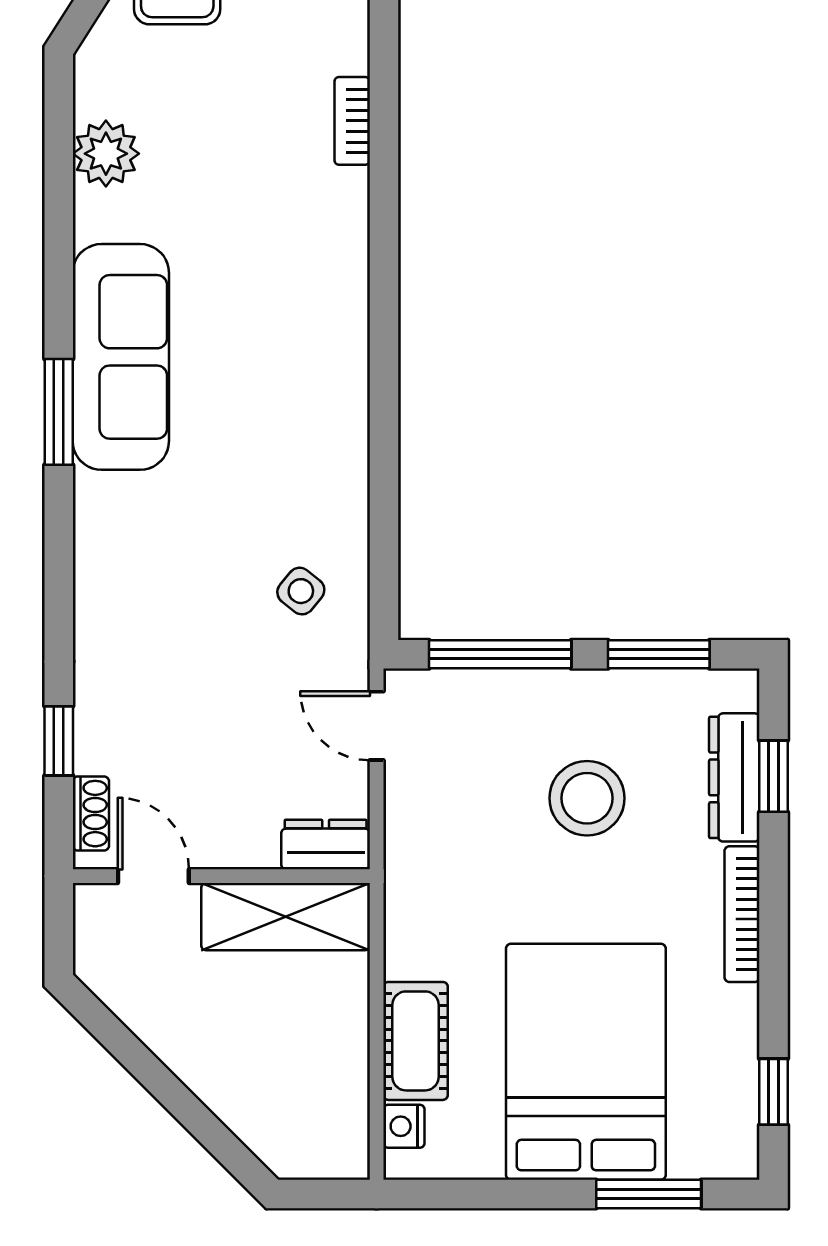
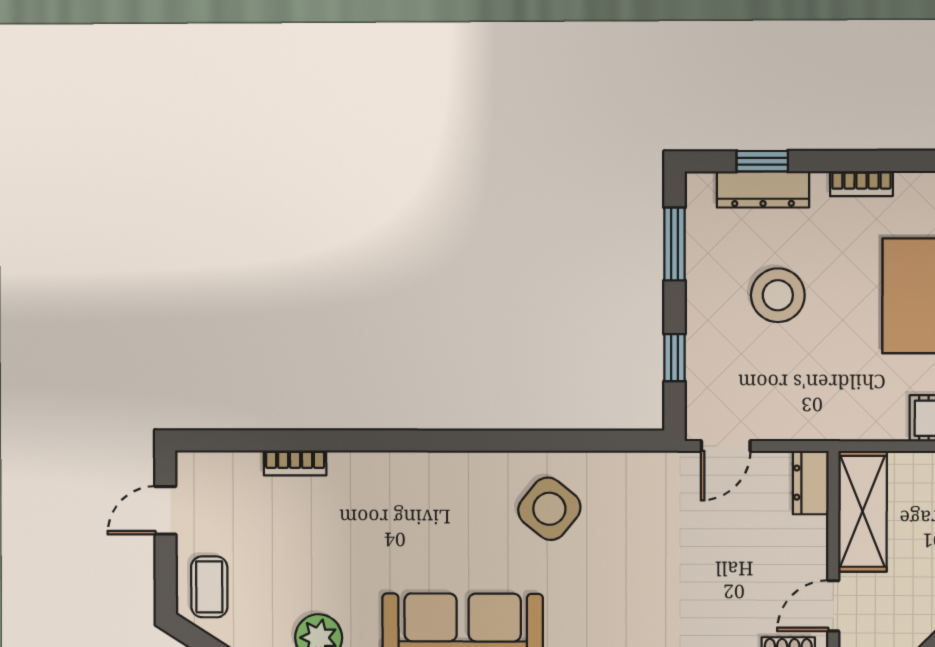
side table: (301, 591) -> (549, 509), moved, width x1.87, depth x1.87
window: (500, 654) -> (674, 358), width x0.46
bookcase: (742, 914) -> (861, 184), width x0.64

